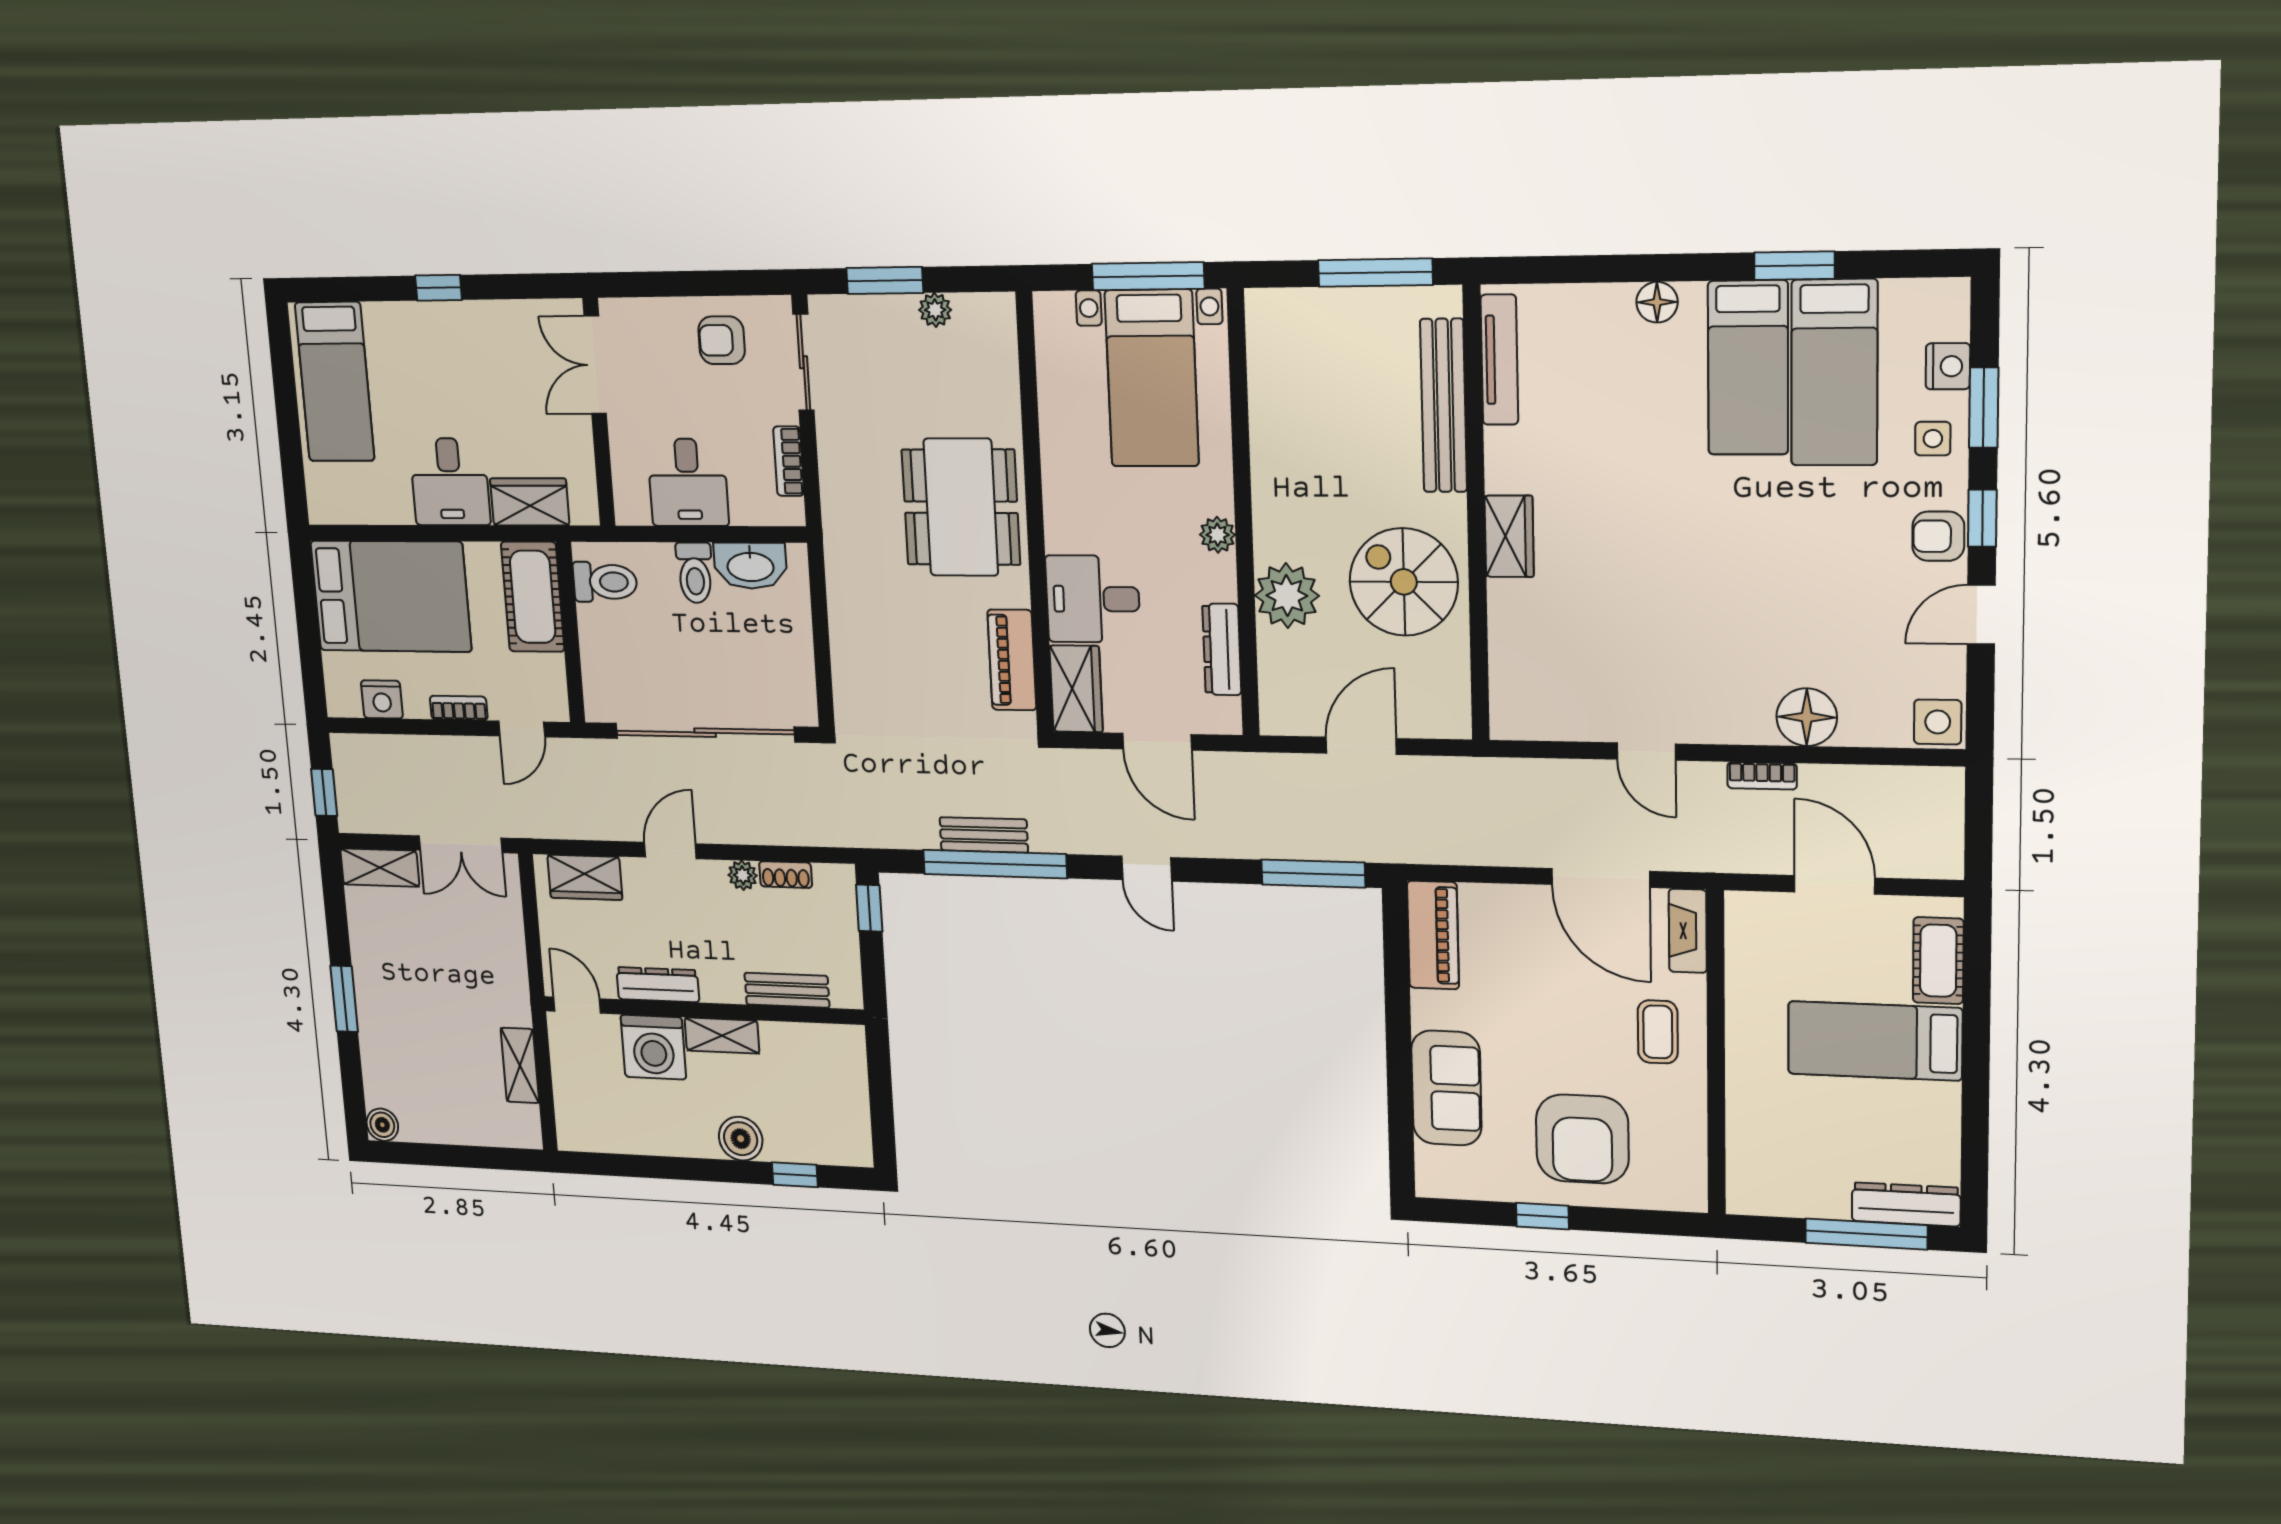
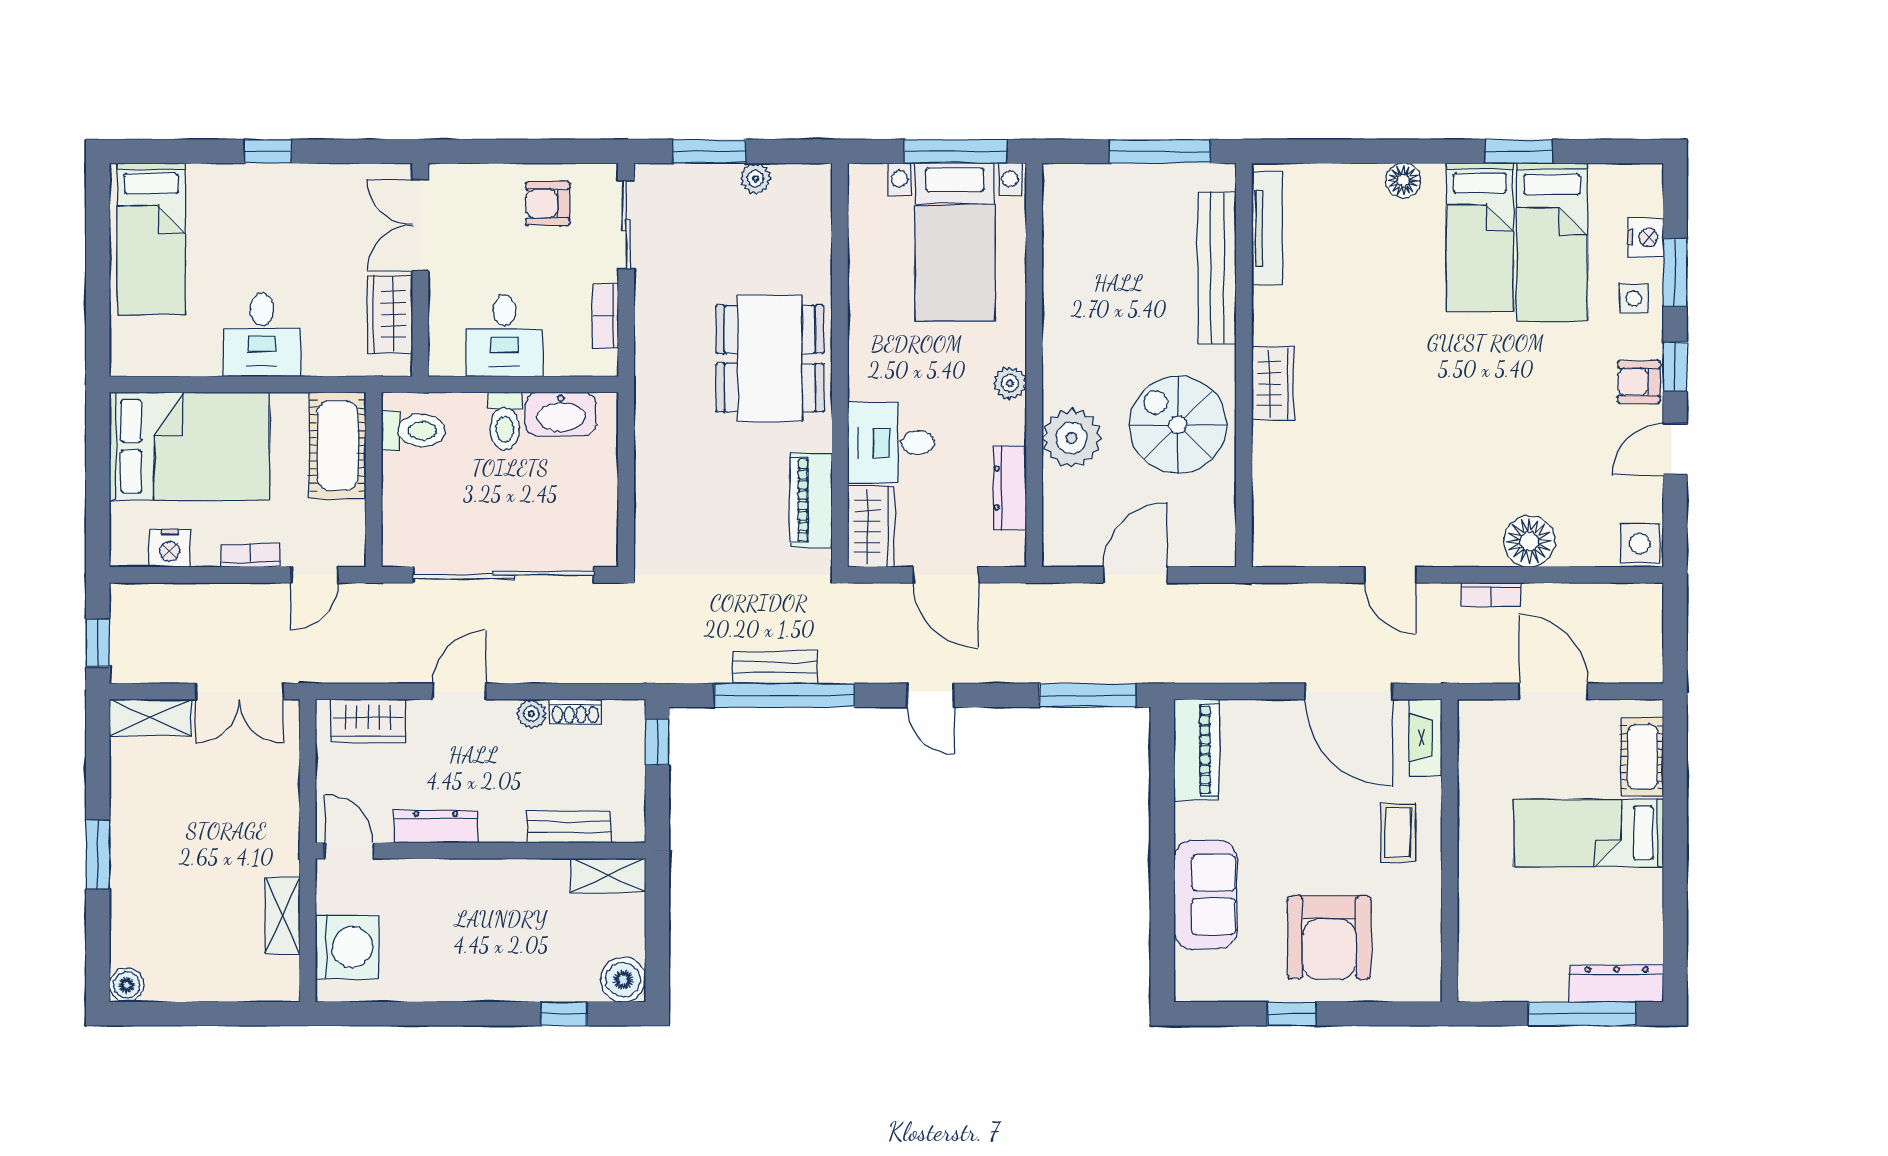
wardrobe: (530, 502) -> (390, 314), moved, turned -90
shelving: (722, 1036) -> (608, 875), moved
washing machine: (653, 1047) -> (347, 947), moved, turned -90
boiler: (741, 1139) -> (623, 980), moved

